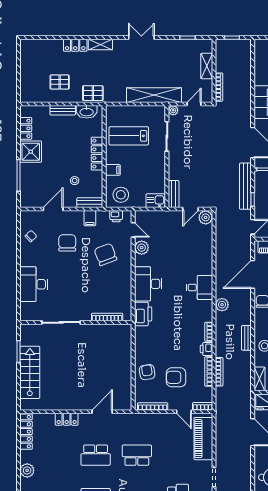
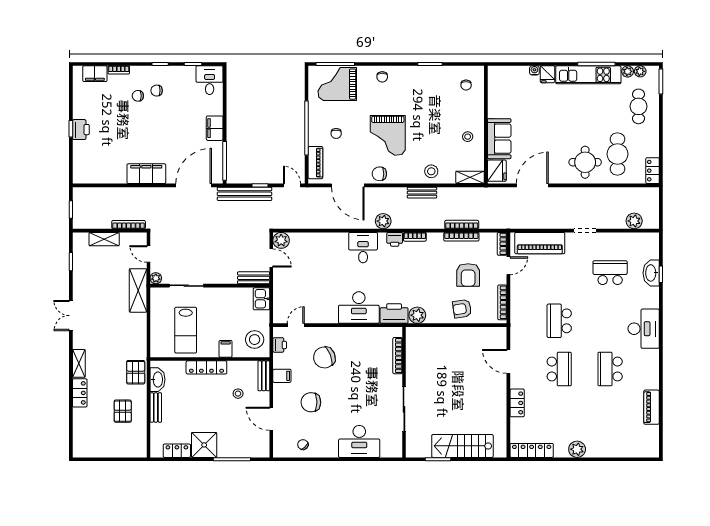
shelving: (154, 95) -> (138, 290), width x0.68
plant: (142, 248) -> (417, 315), moved
printer: (206, 349) -> (395, 239), moved

